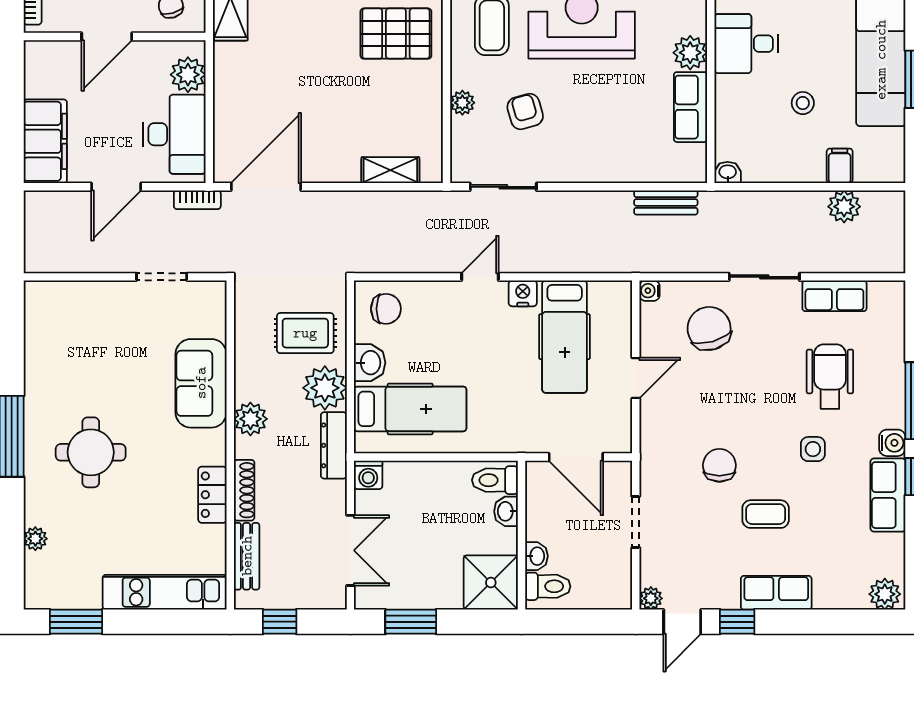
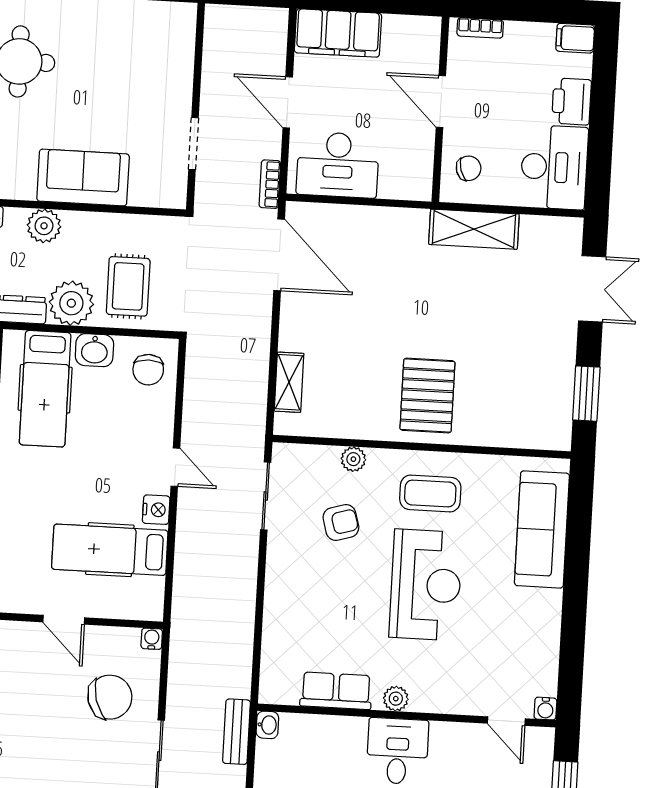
plant: (690, 53) -> (396, 699), width x0.73, depth x0.73
plant: (188, 75) -> (398, 182), removed
bench: (666, 202) -> (236, 732), moved

